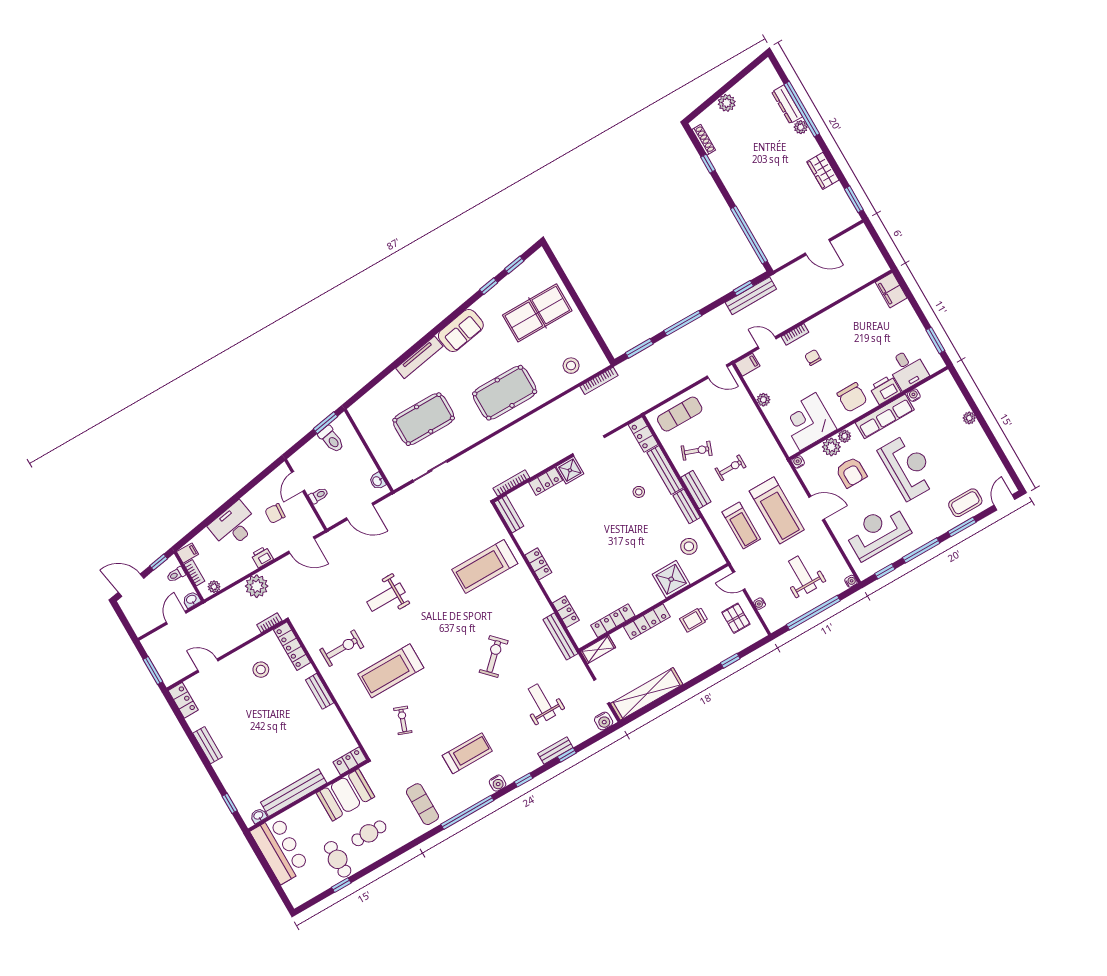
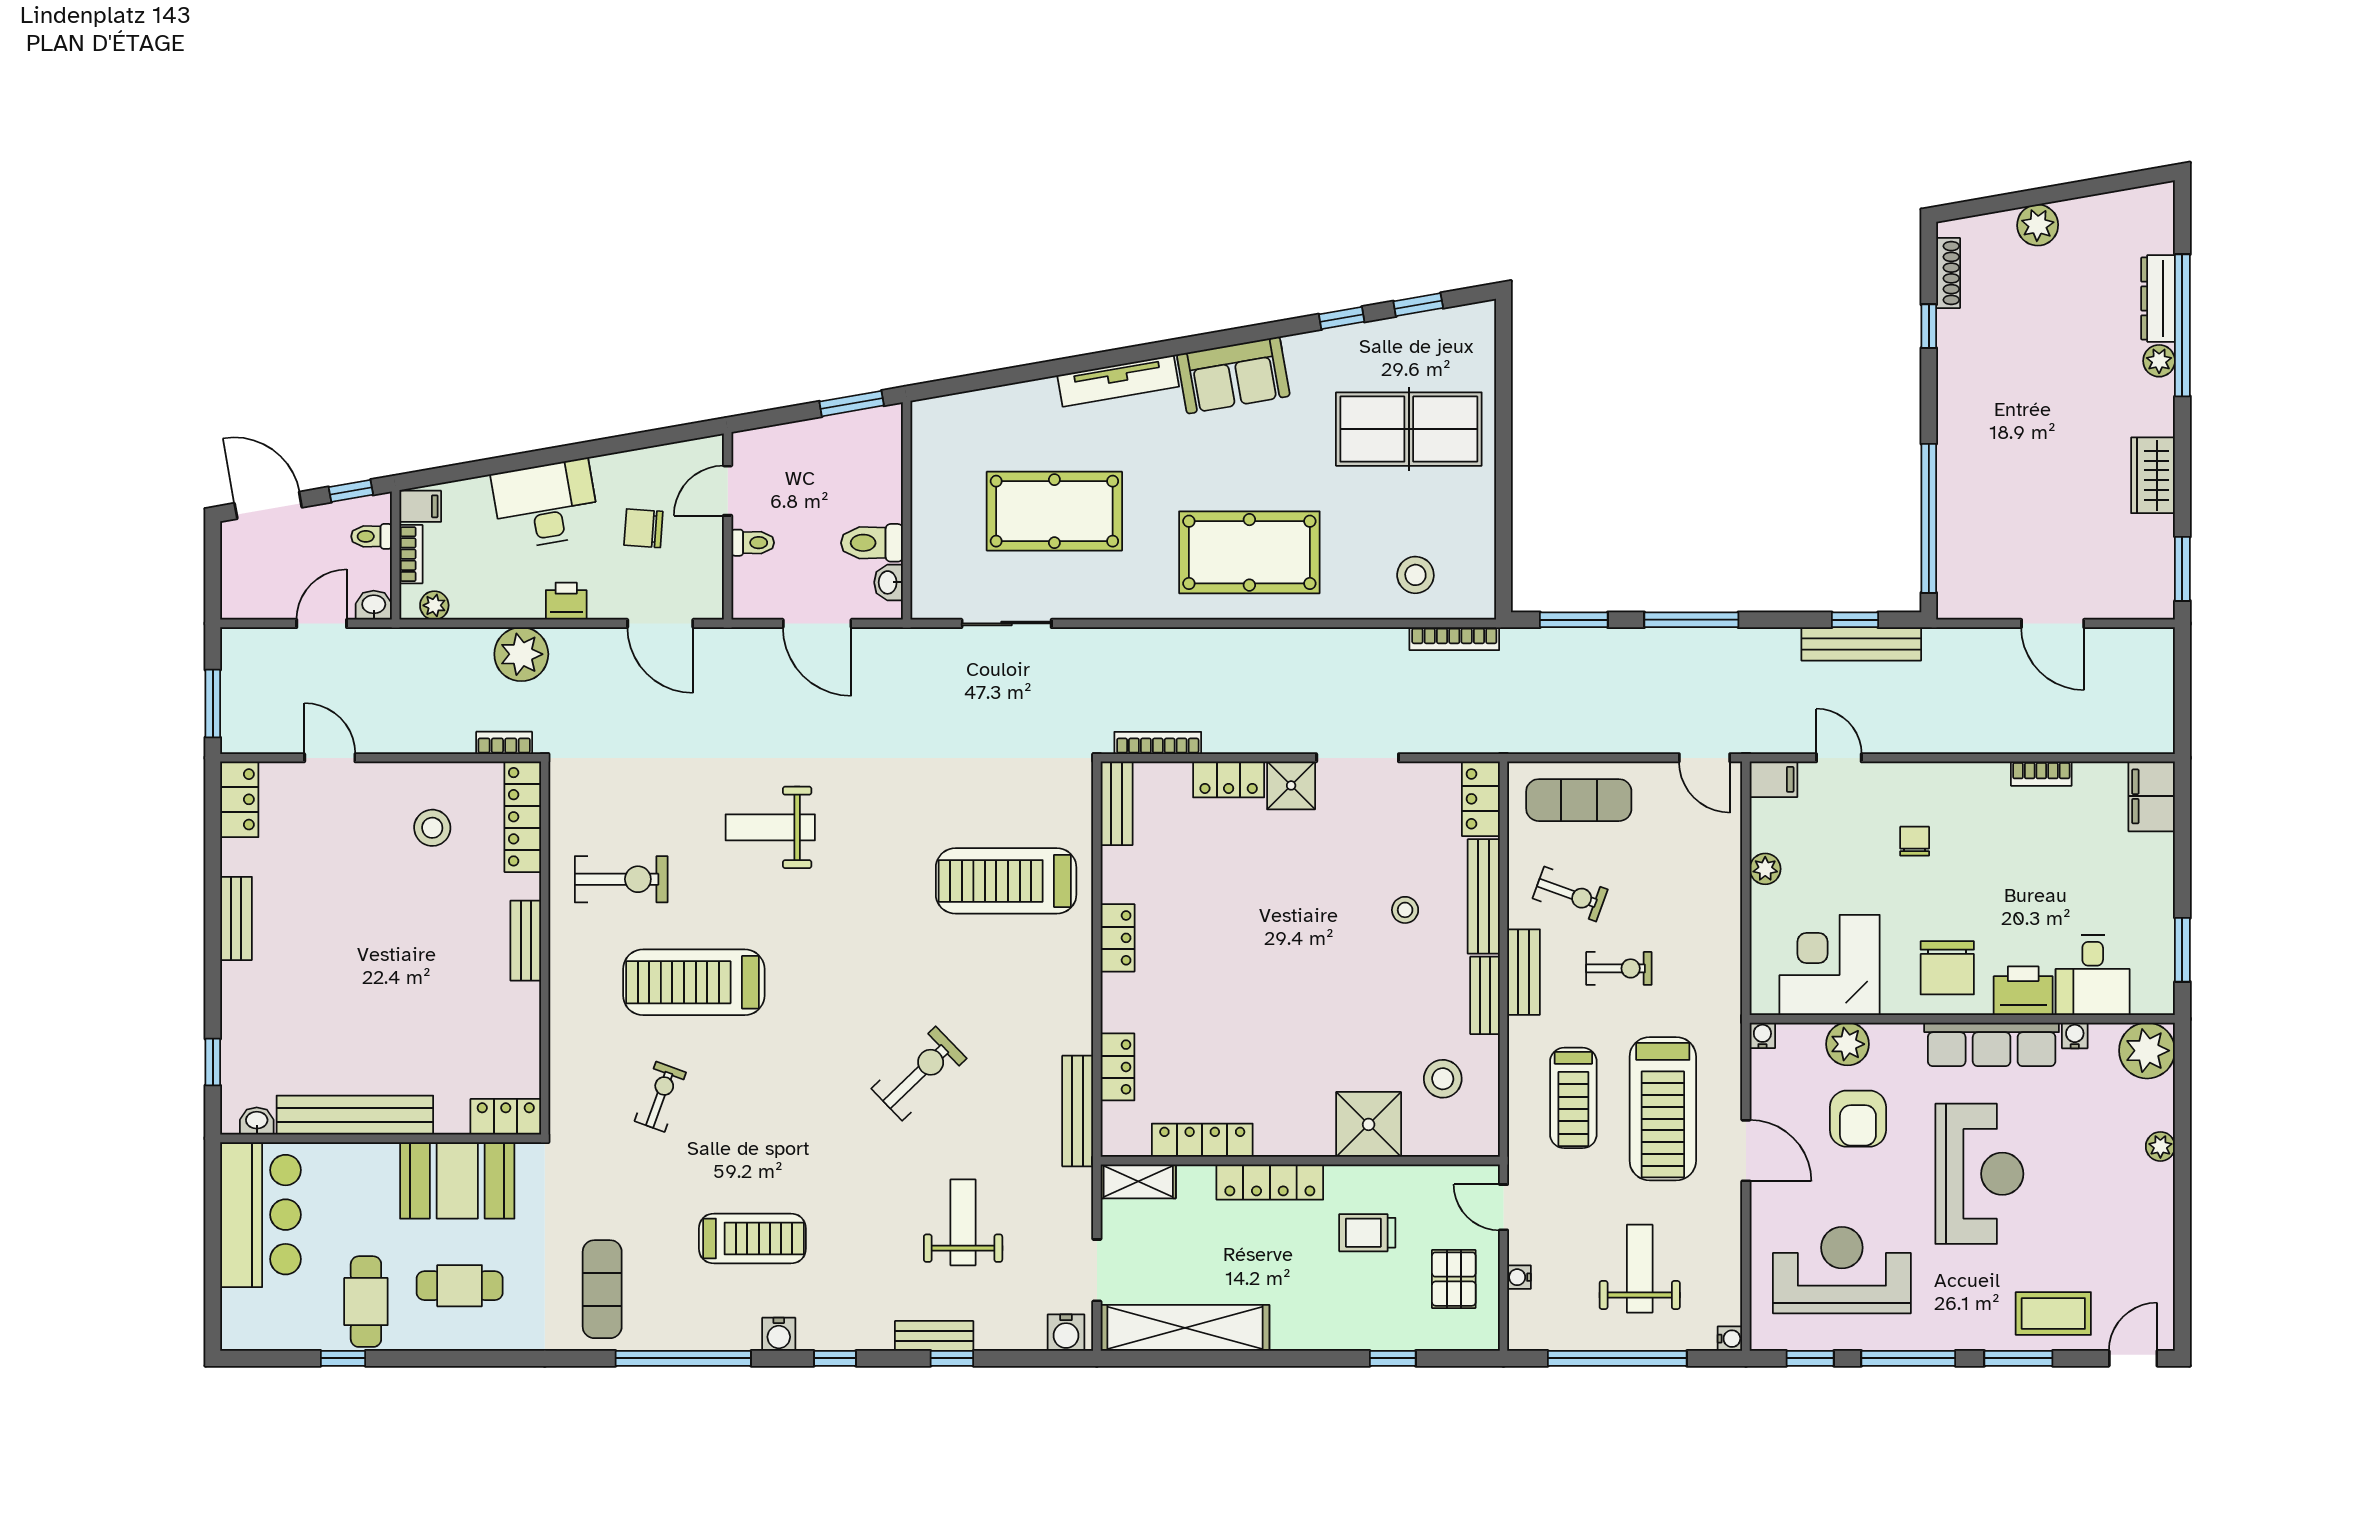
bookcase: (795, 334) -> (2041, 774), moved
plant: (845, 436) -> (2147, 1051), moved, width x1.88, depth x1.88
toilet: (331, 439) -> (872, 543), moved, turned 100

